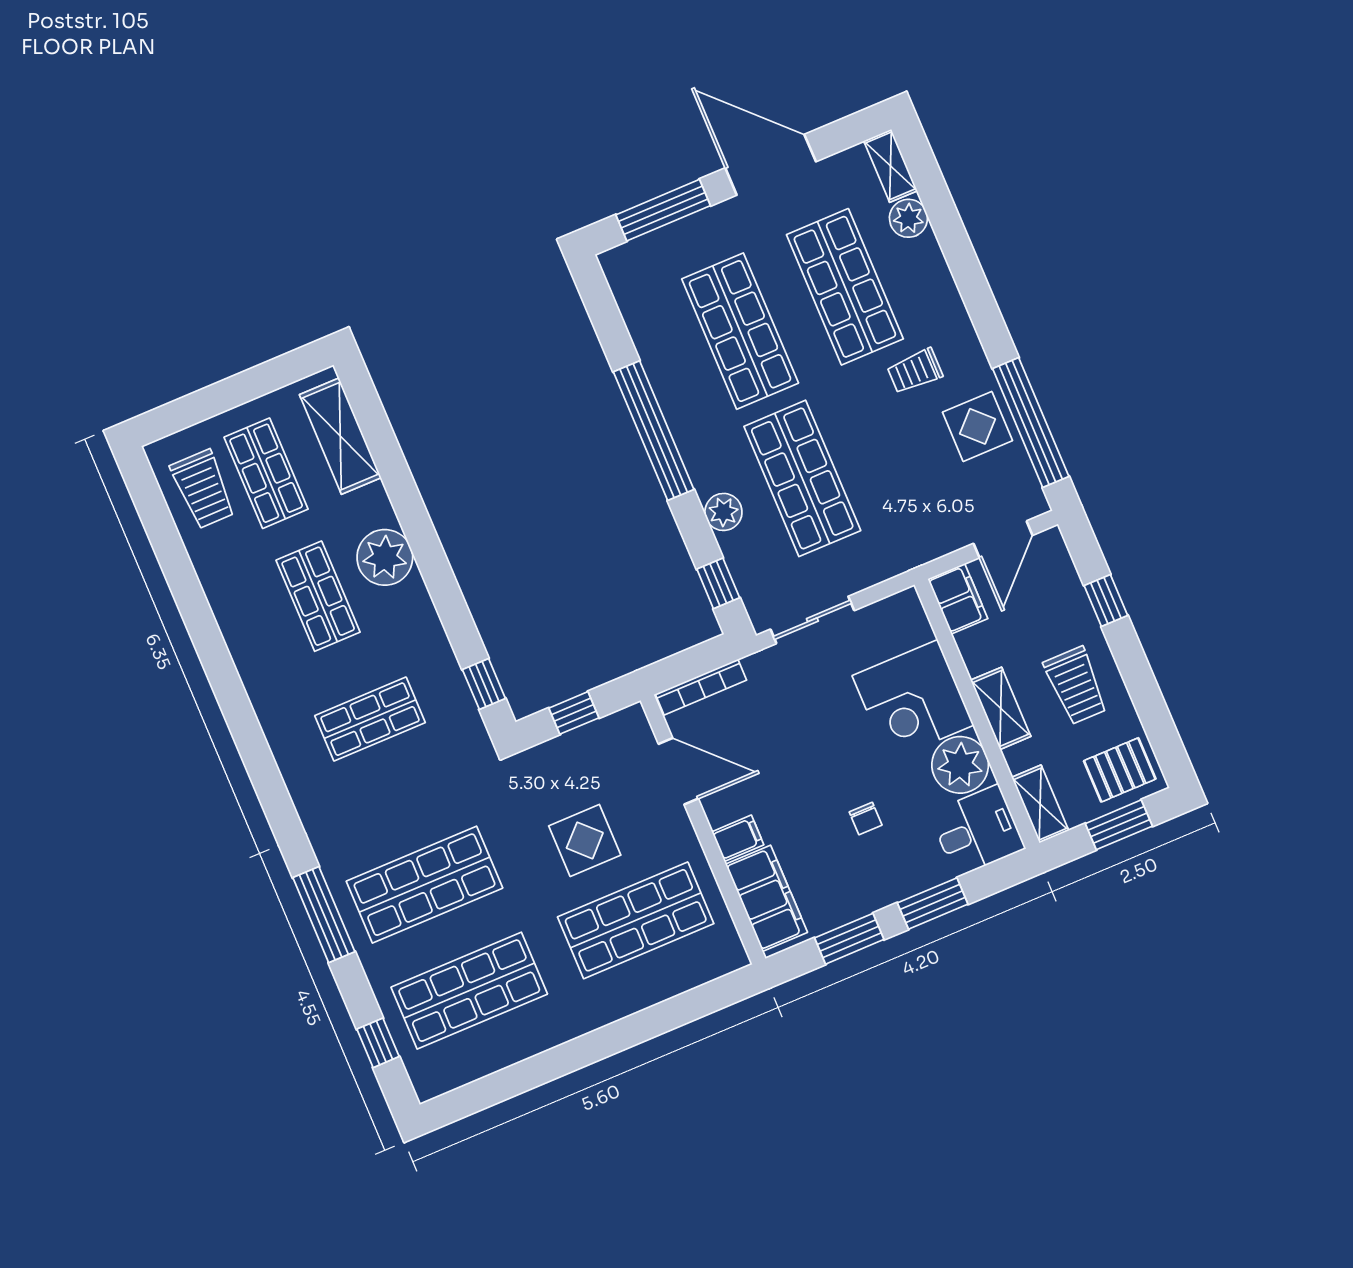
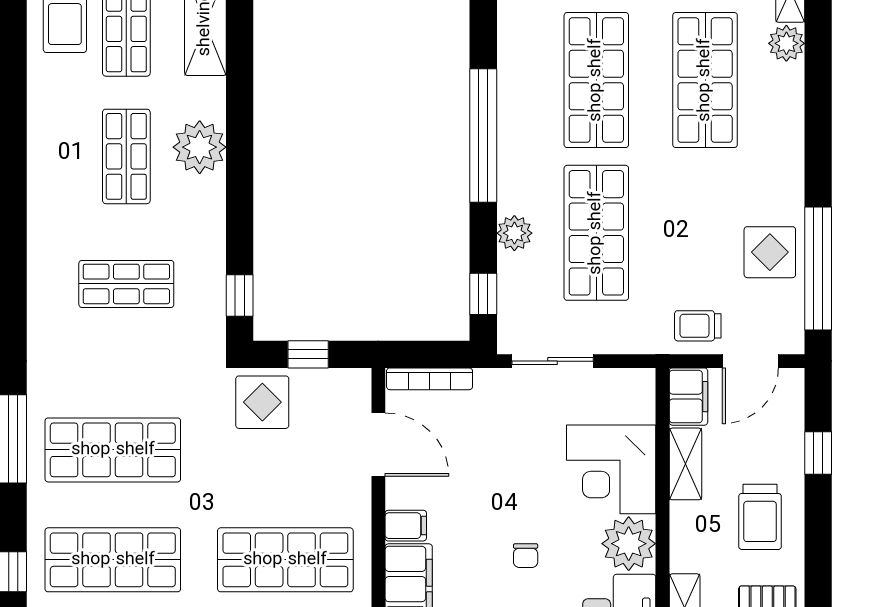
trolley: (915, 371) -> (698, 326), moved
shelving: (1001, 708) -> (685, 464), moved
display table: (585, 840) -> (262, 402), moved

